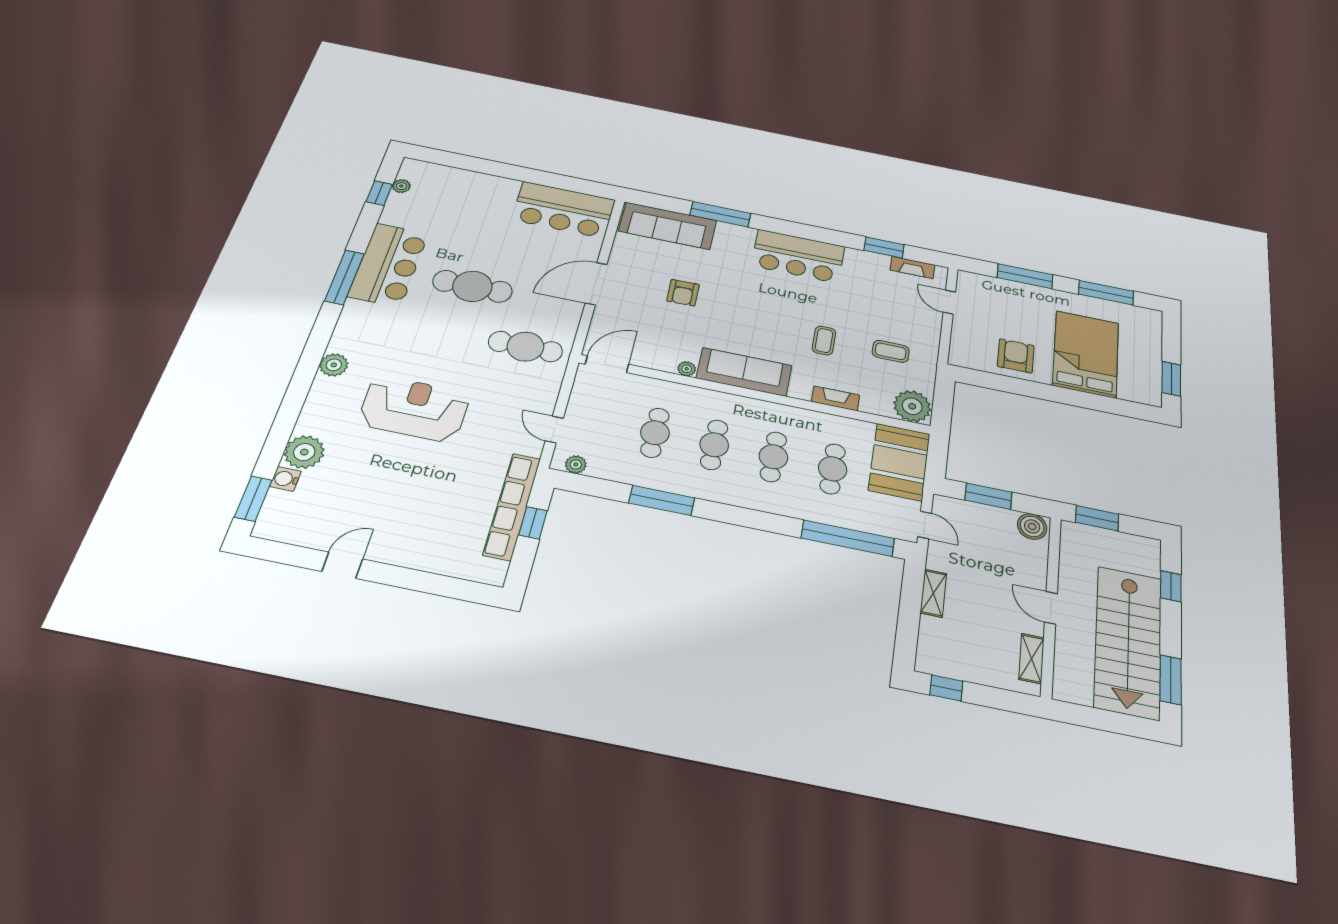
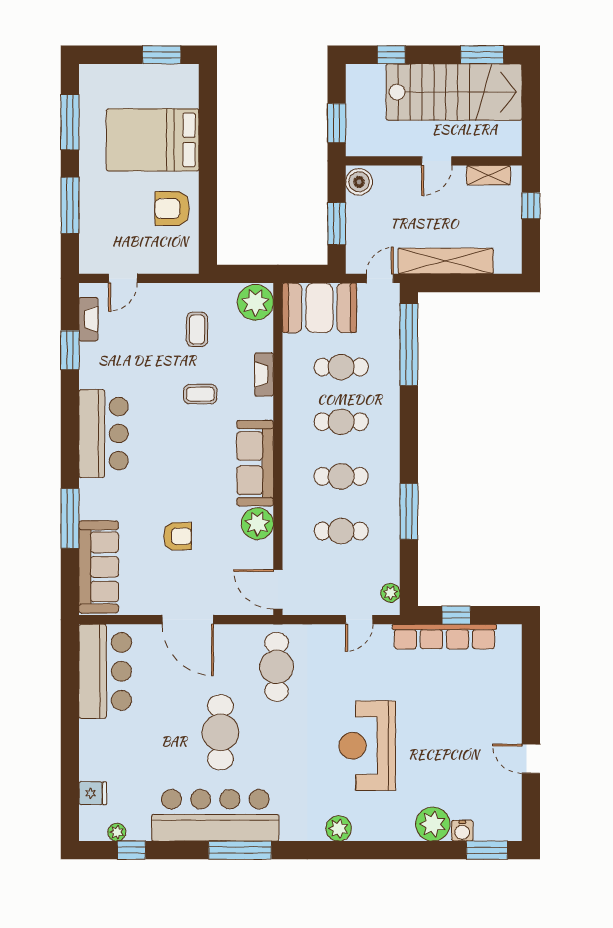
fridge: (447, 176) -> (93, 793), added
bar counter: (389, 265) -> (215, 815), width x1.36
plant: (687, 369) -> (257, 524), width x1.88, depth x1.88
shelving: (933, 593) -> (446, 261), width x2.20, depth x1.33
window: (946, 688) -> (531, 206), moved

